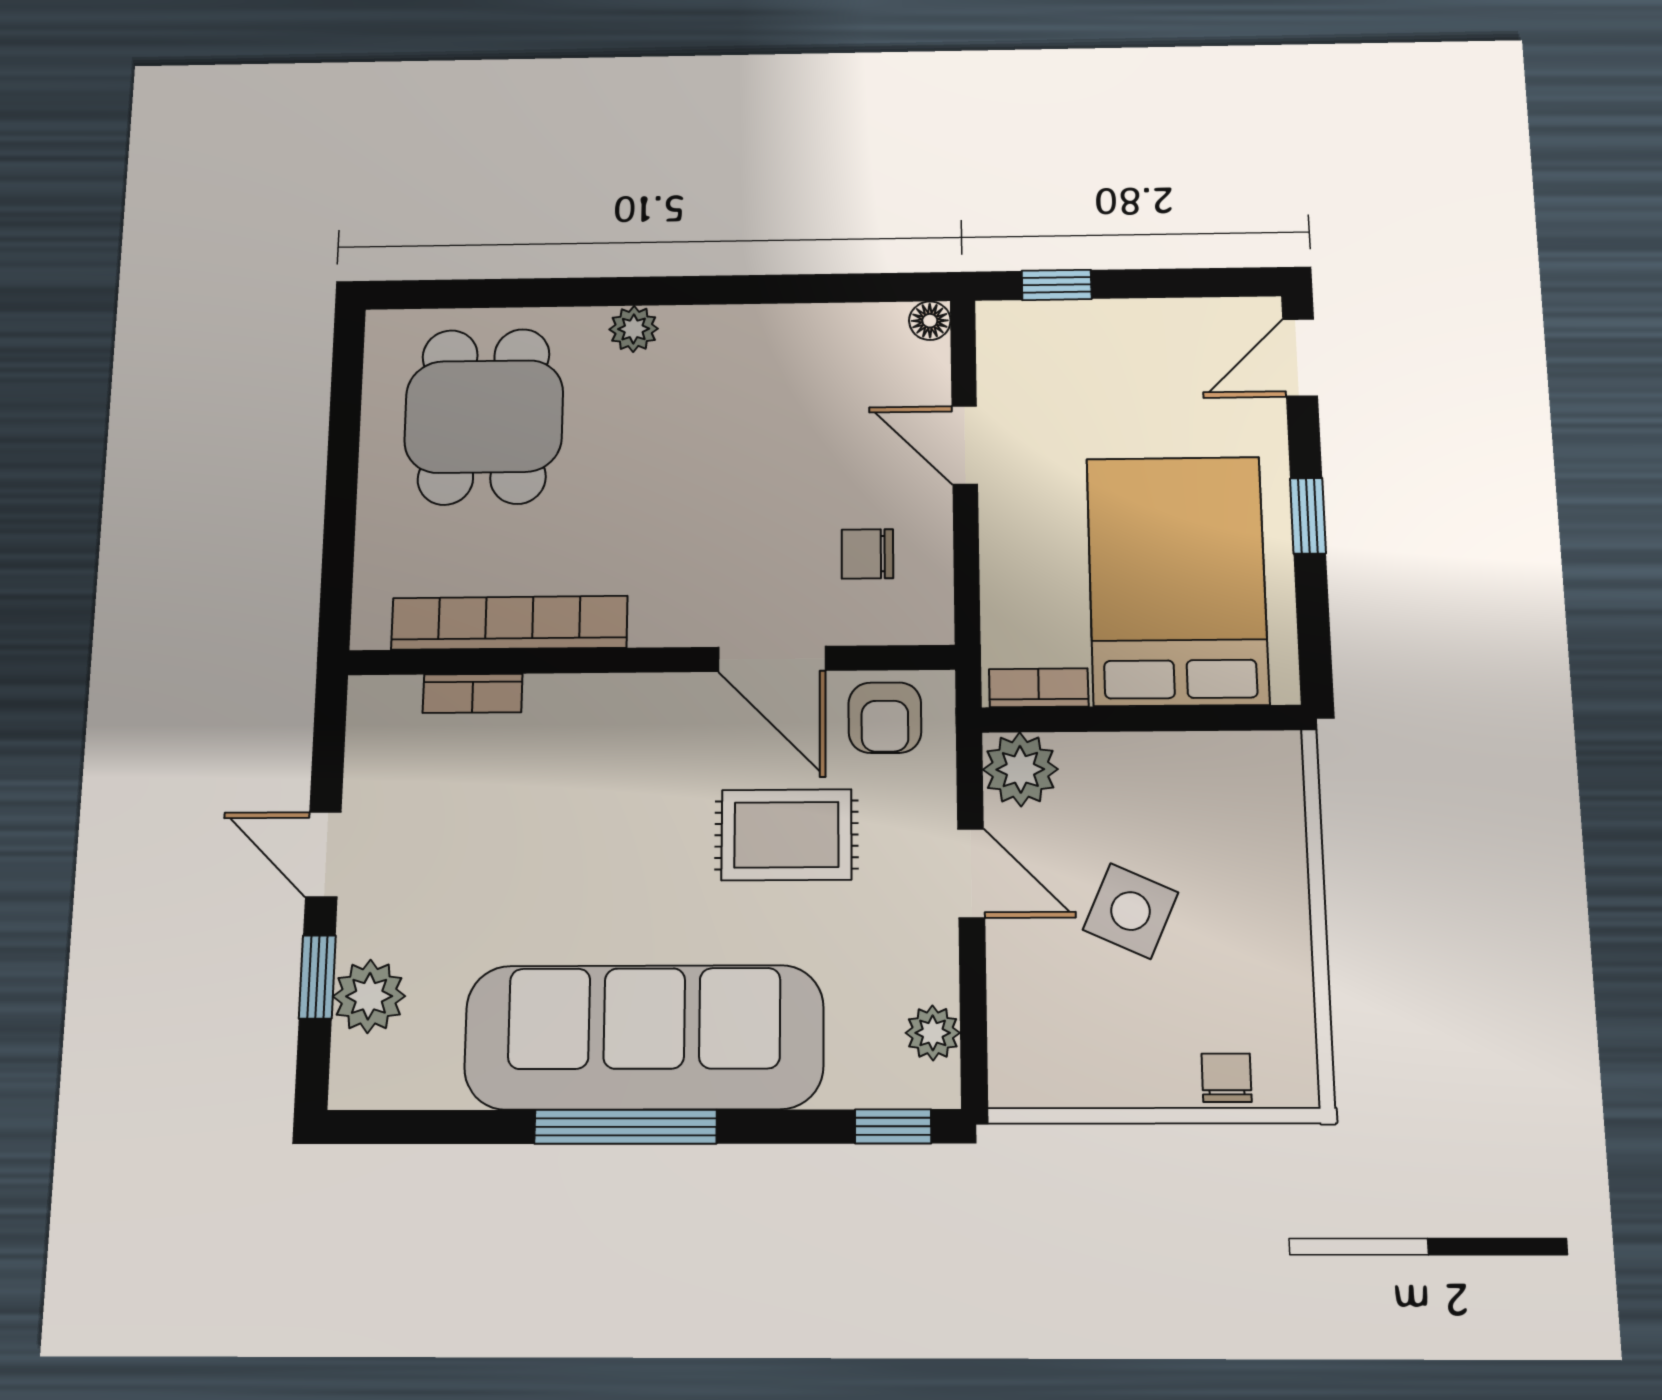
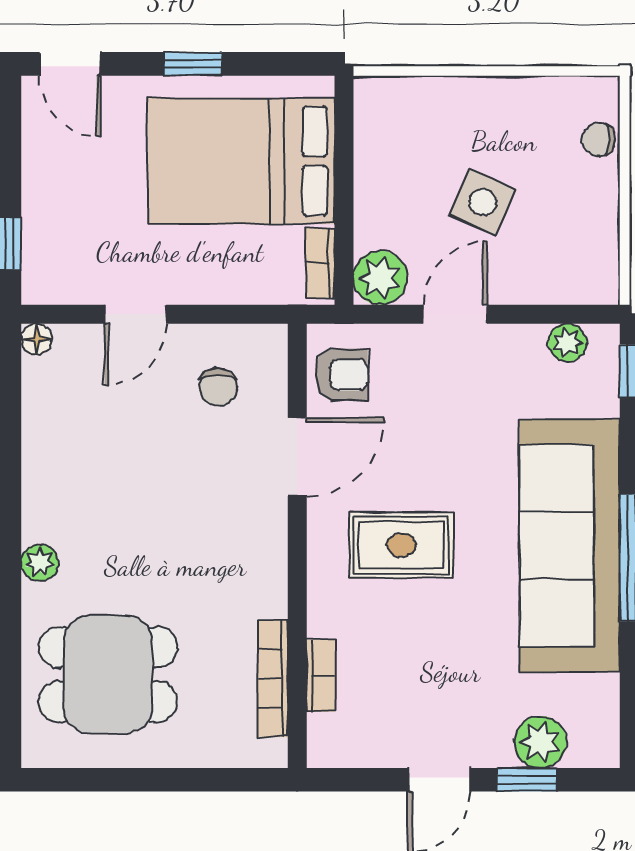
bookcase: (509, 623) -> (273, 678), width x0.68, depth x0.76
rug: (786, 835) -> (401, 545), moved, turned 90

